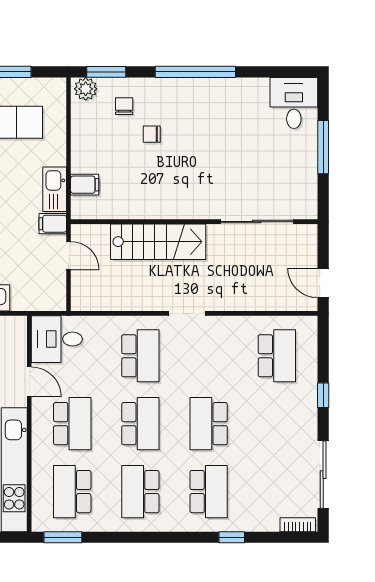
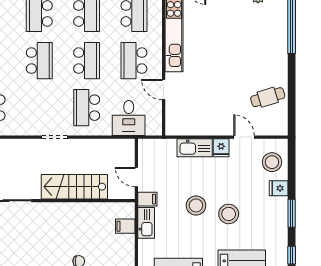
desk: (57, 339) -> (129, 118), moved, turned 90
school desk: (140, 424) -> (87, 61), turned 180

